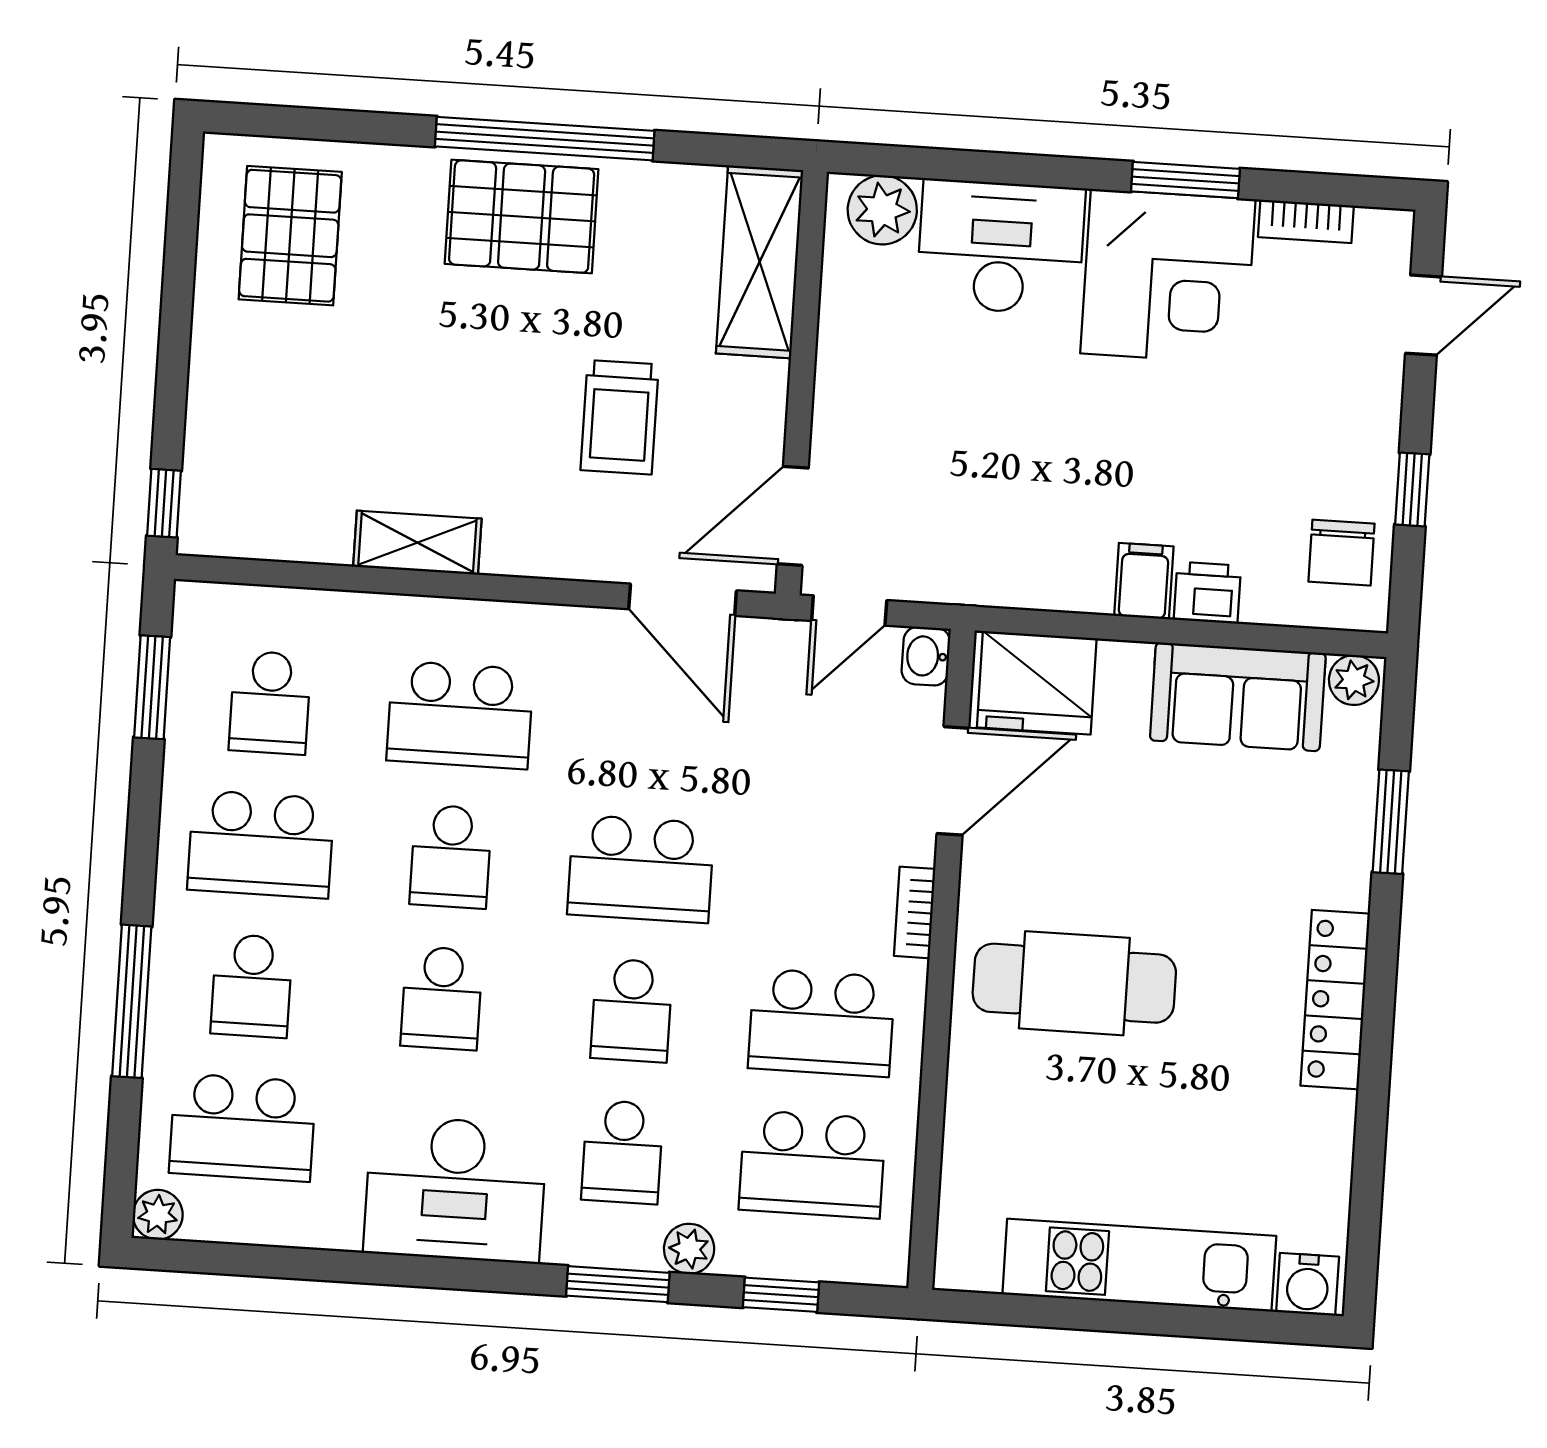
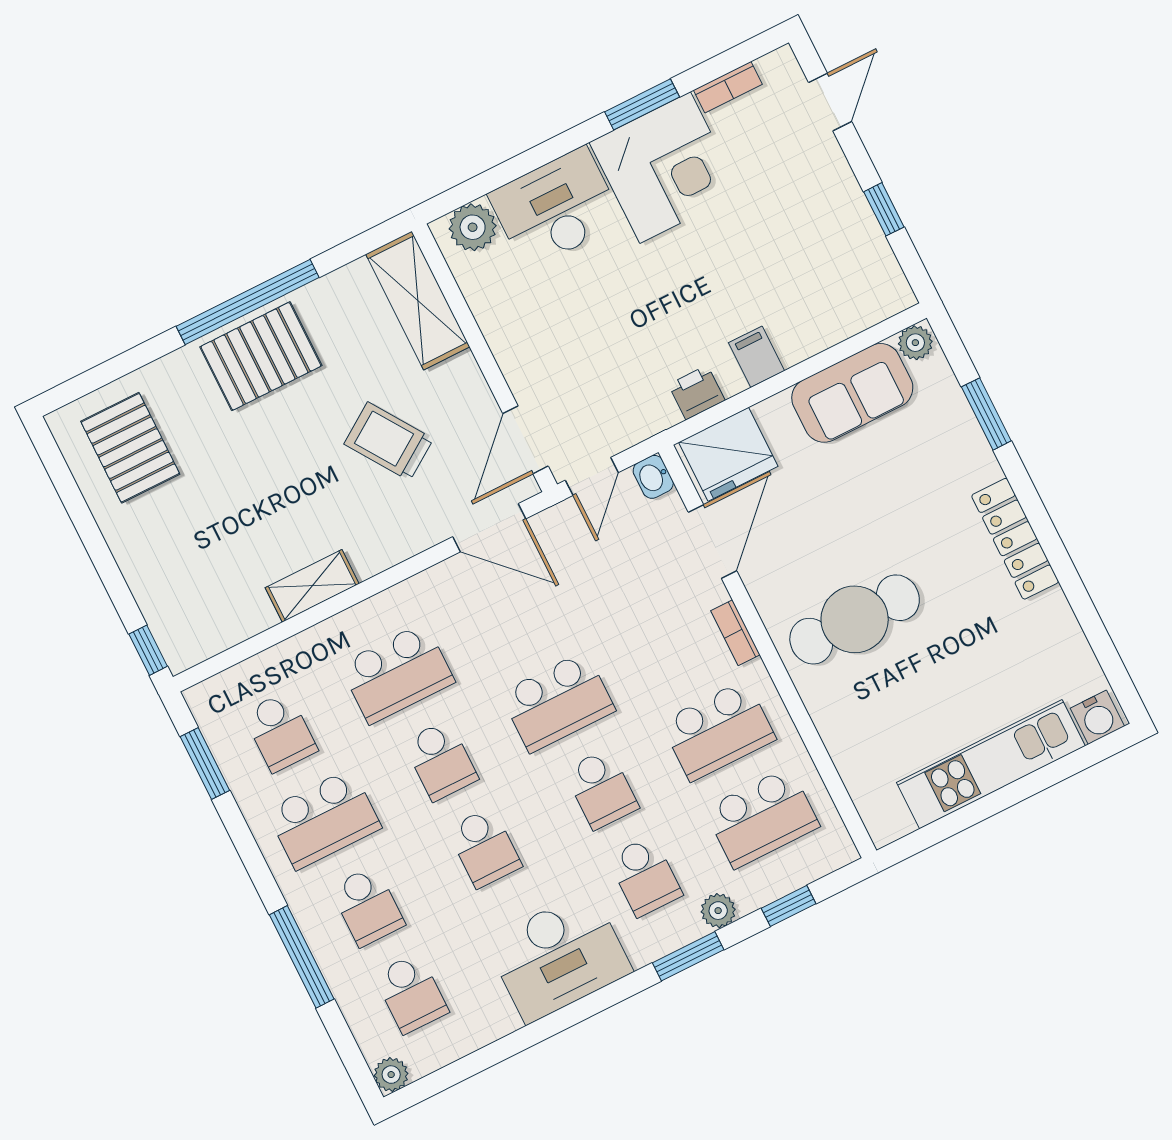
trolley: (620, 417) -> (389, 441), turned 146
chair: (1341, 553) -> (864, 271), removed
printer: (1207, 593) -> (697, 392), moved
school desk: (243, 1127) -> (411, 993), width x0.54

